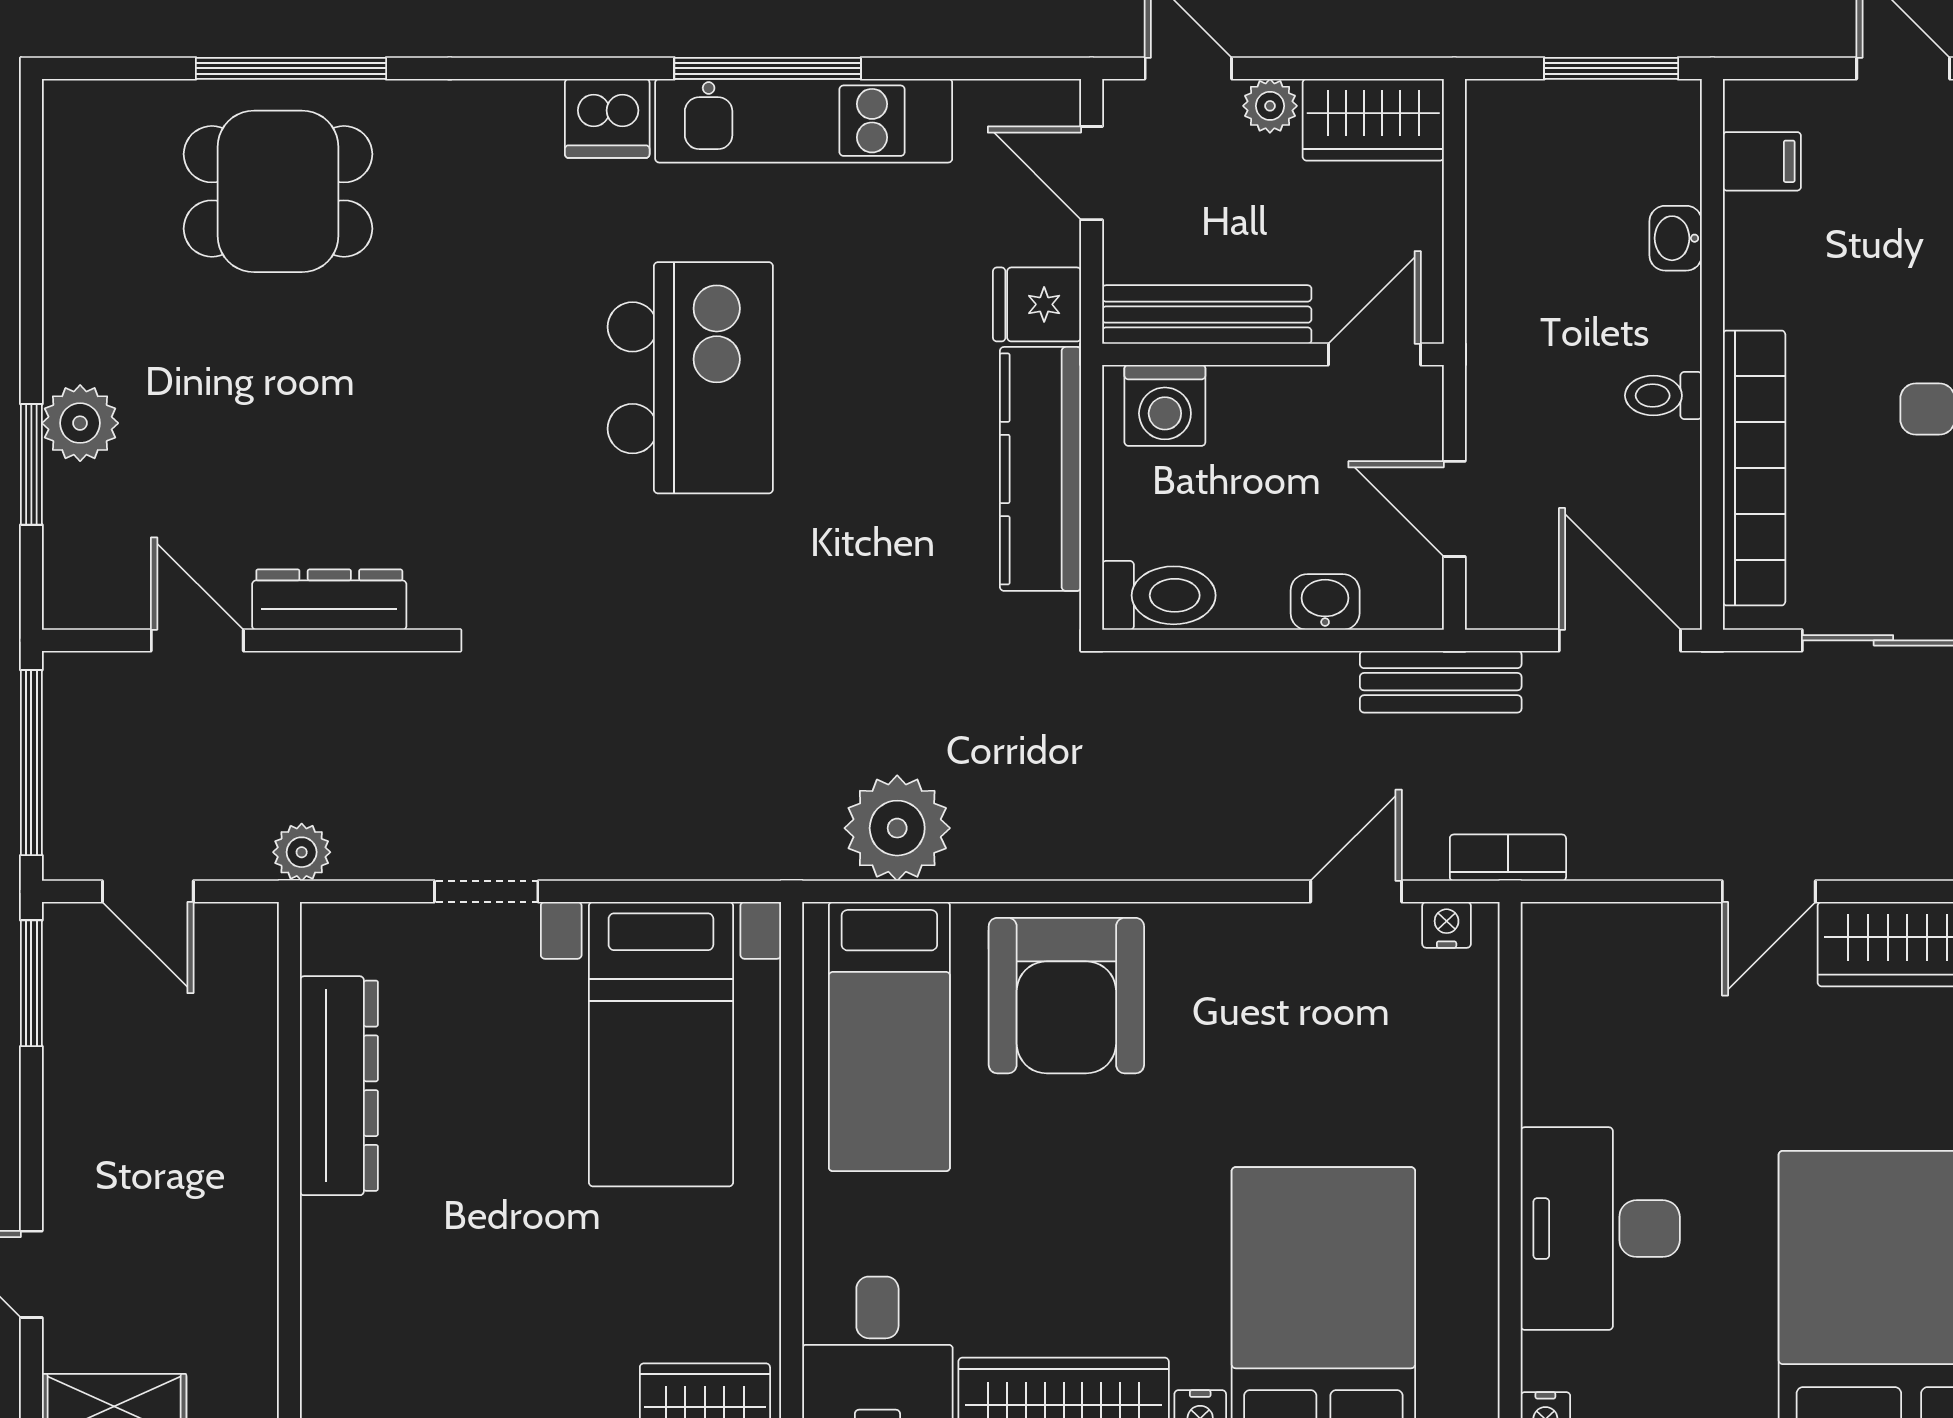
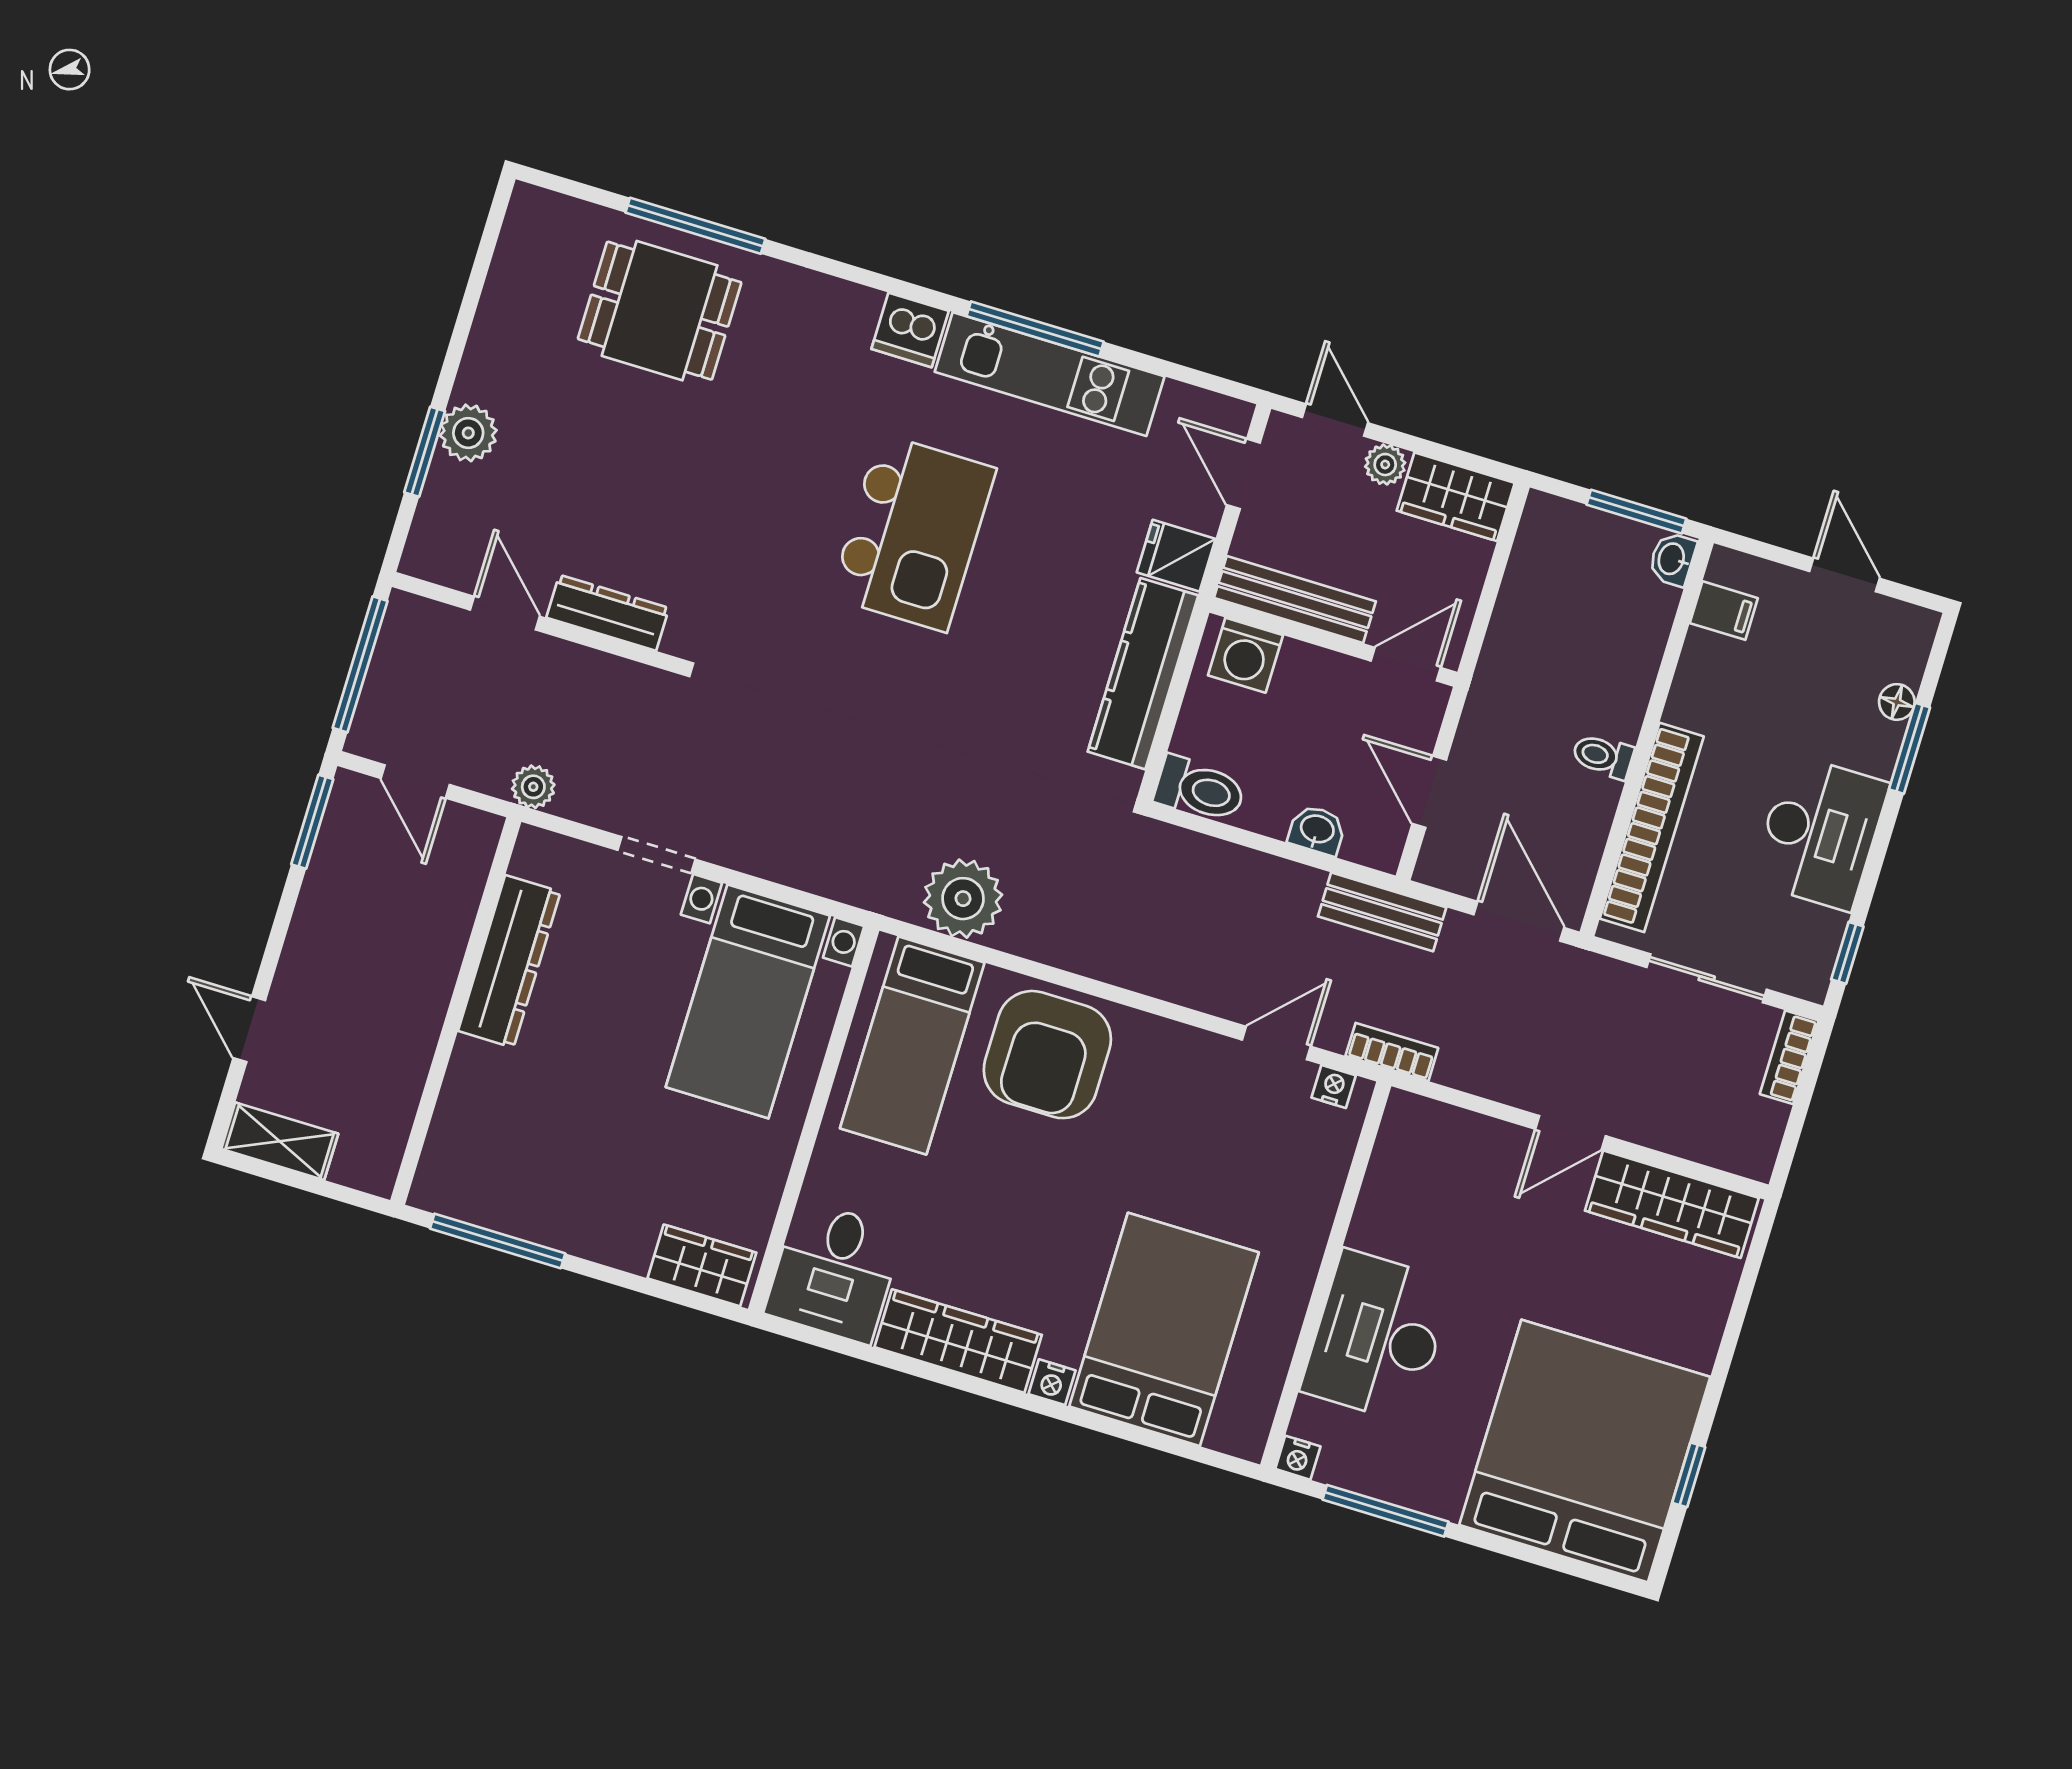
washbasin: (1676, 238) -> (1672, 559), moved

